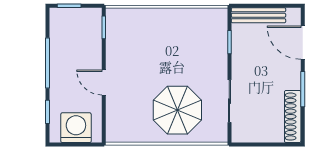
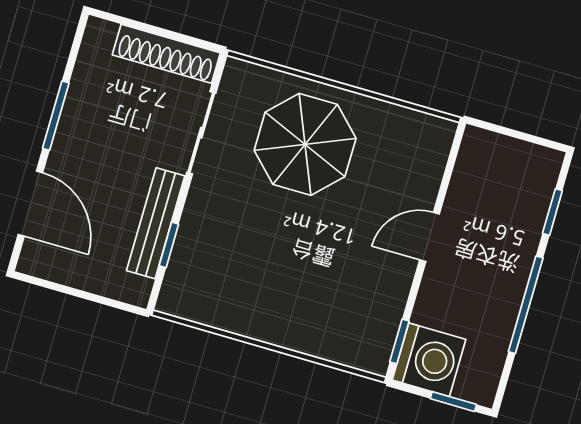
bench: (258, 15) -> (156, 223), moved, turned 90
door: (104, 82) -> (430, 237), swing flipped
shoe rack: (293, 117) -> (166, 54), moved, turned 90
washing machine: (76, 128) -> (429, 360), moved, turned -90

